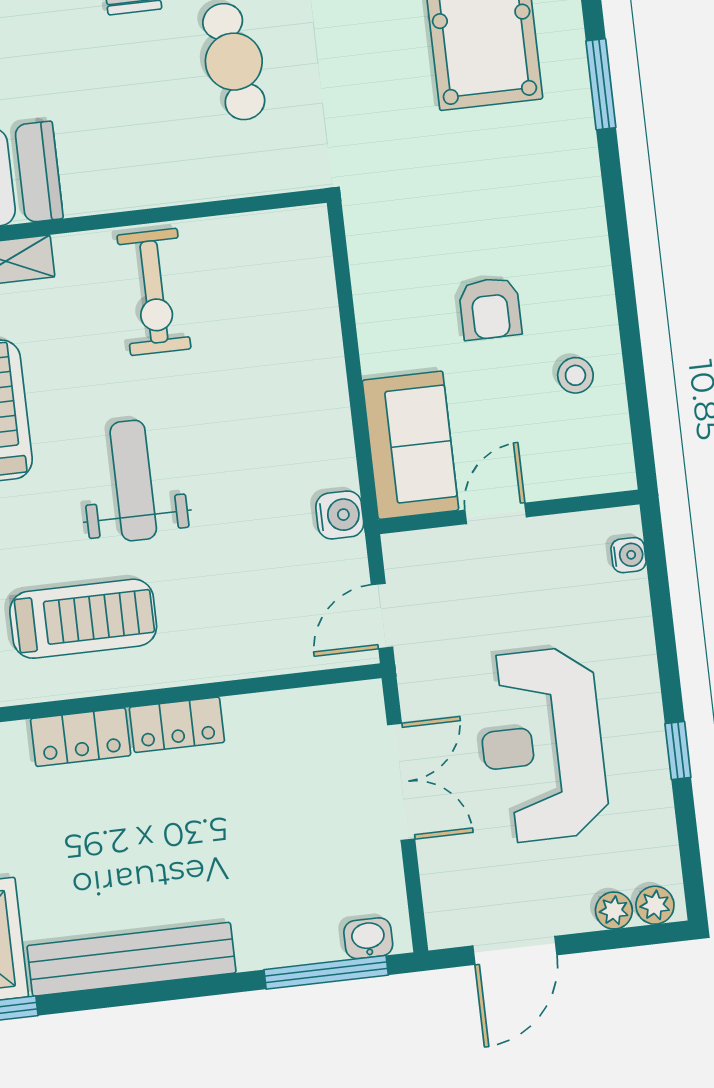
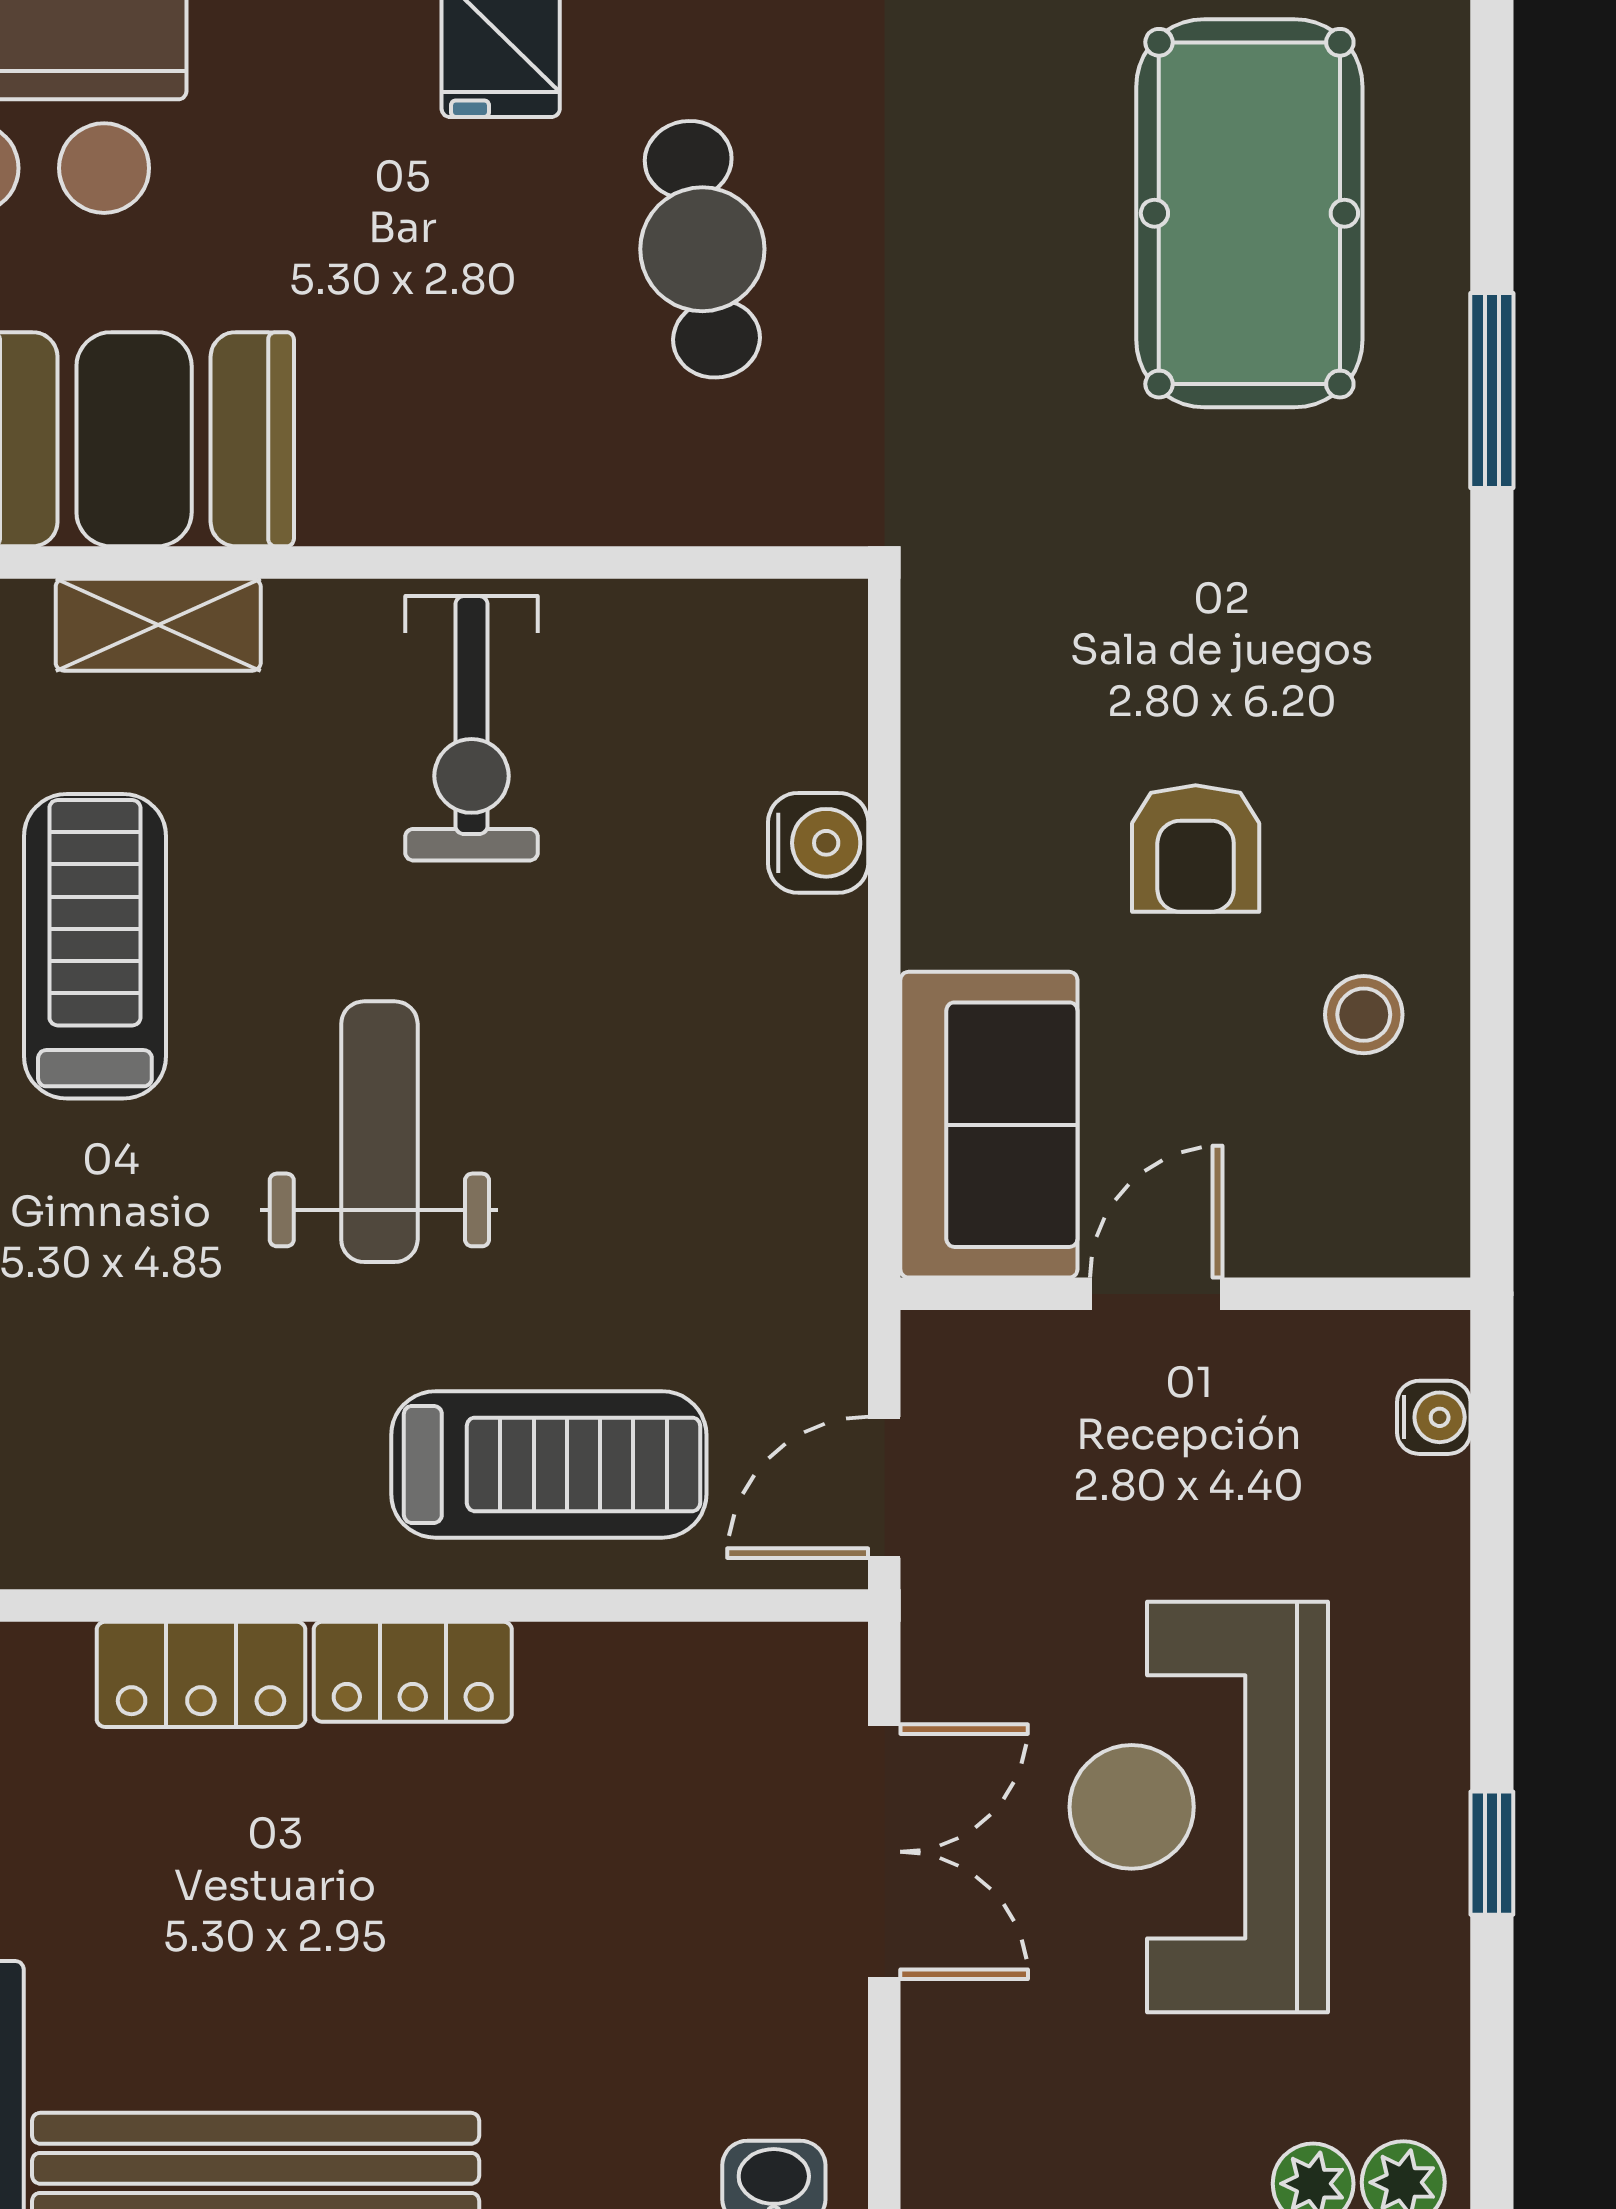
water cooler: (340, 515) -> (818, 843), moved
treadmill: (83, 619) -> (549, 1464), moved

